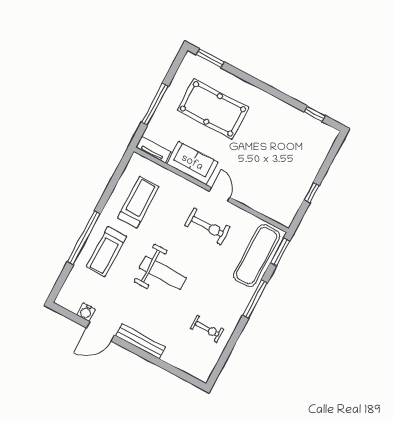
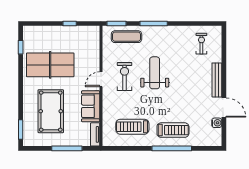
table tennis table: (272, 140) -> (50, 65), added
exercise mat: (257, 256) -> (126, 37), width x0.73, depth x0.69
weight bench: (163, 273) -> (155, 73), moved
exercise bike: (207, 329) -> (201, 44), moved

